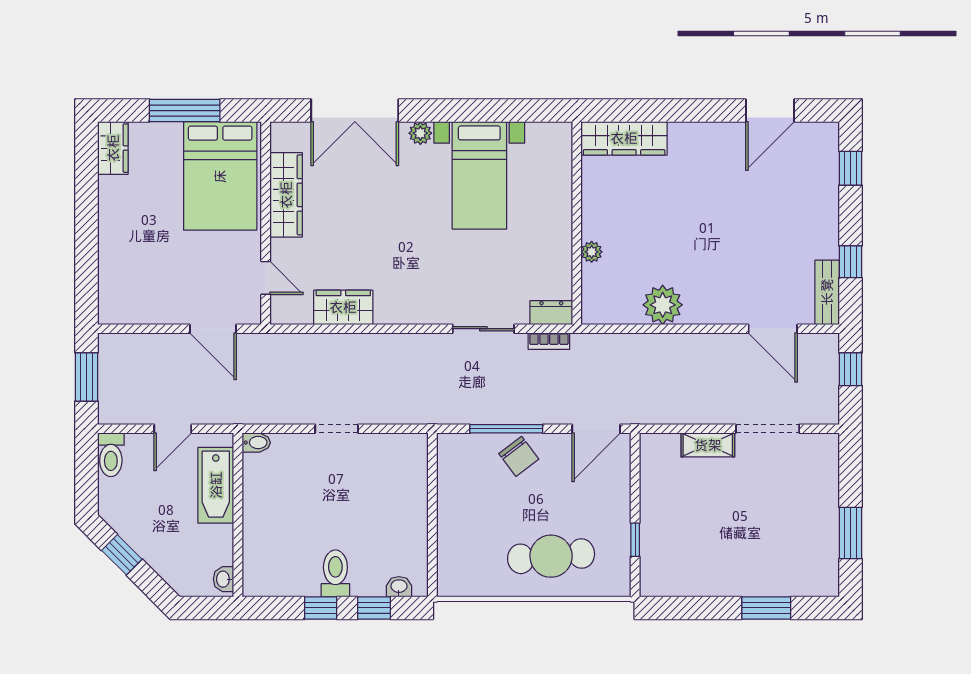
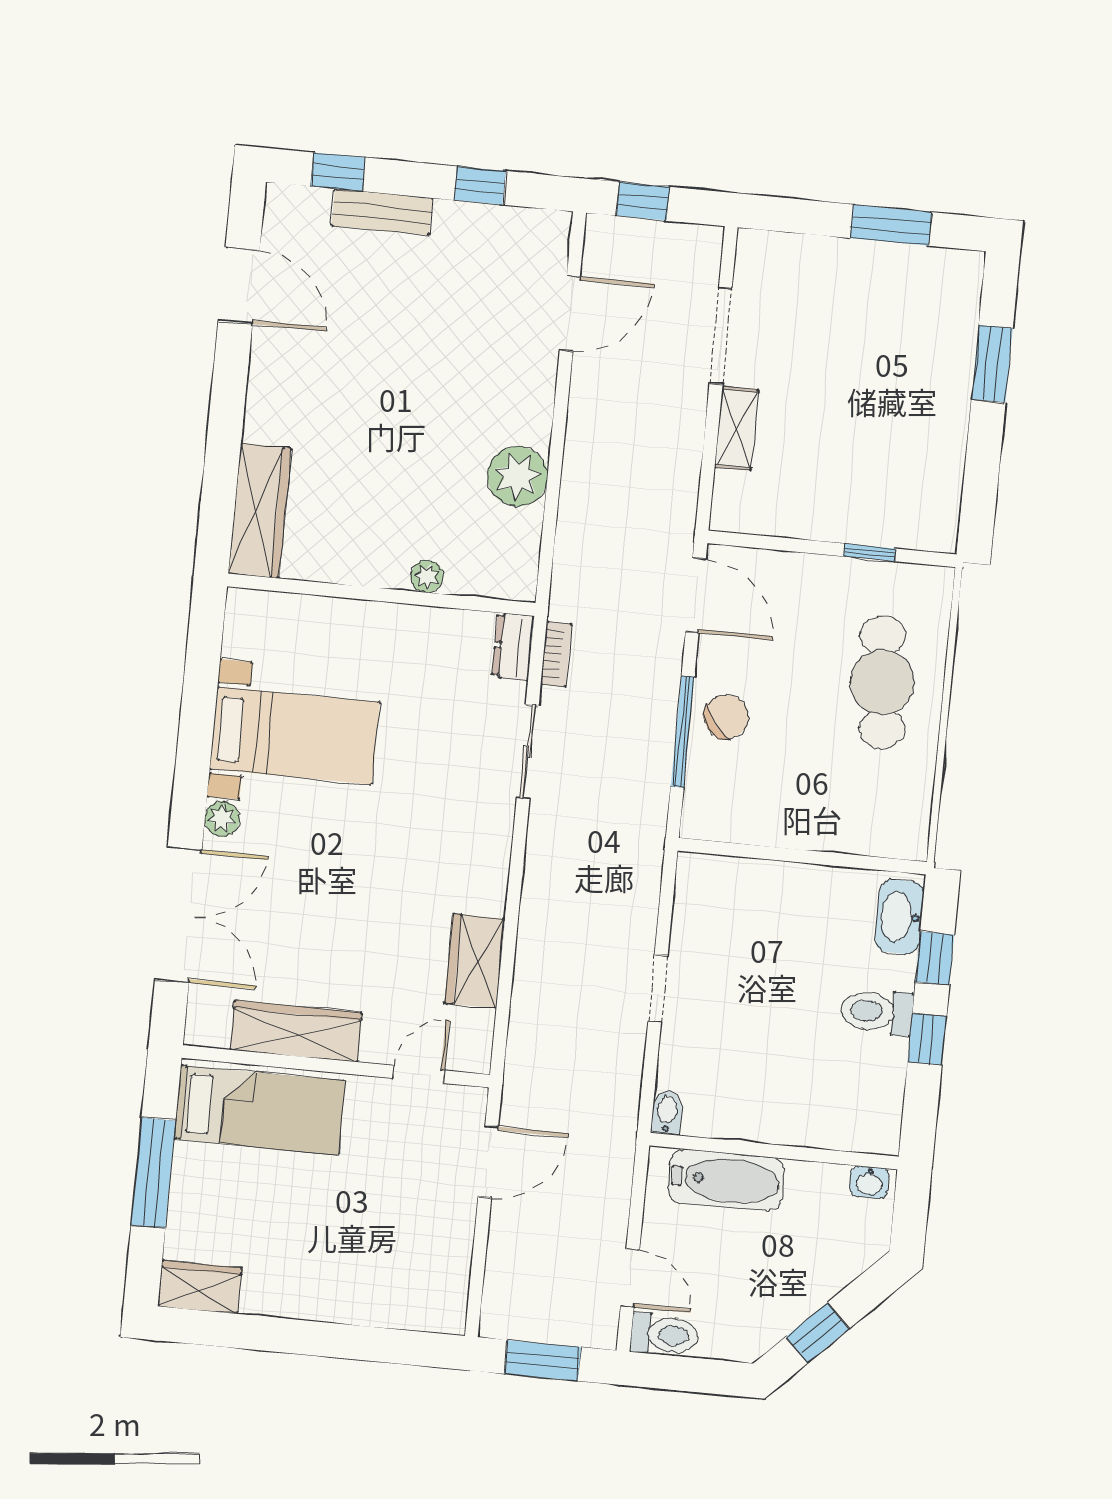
bed: (220, 176) -> (259, 1110), width x0.67
bench: (827, 292) -> (382, 212), moved
door: (173, 429) -> (630, 1278), moved
washbasin: (399, 587) -> (899, 917), width x1.91, depth x1.45

